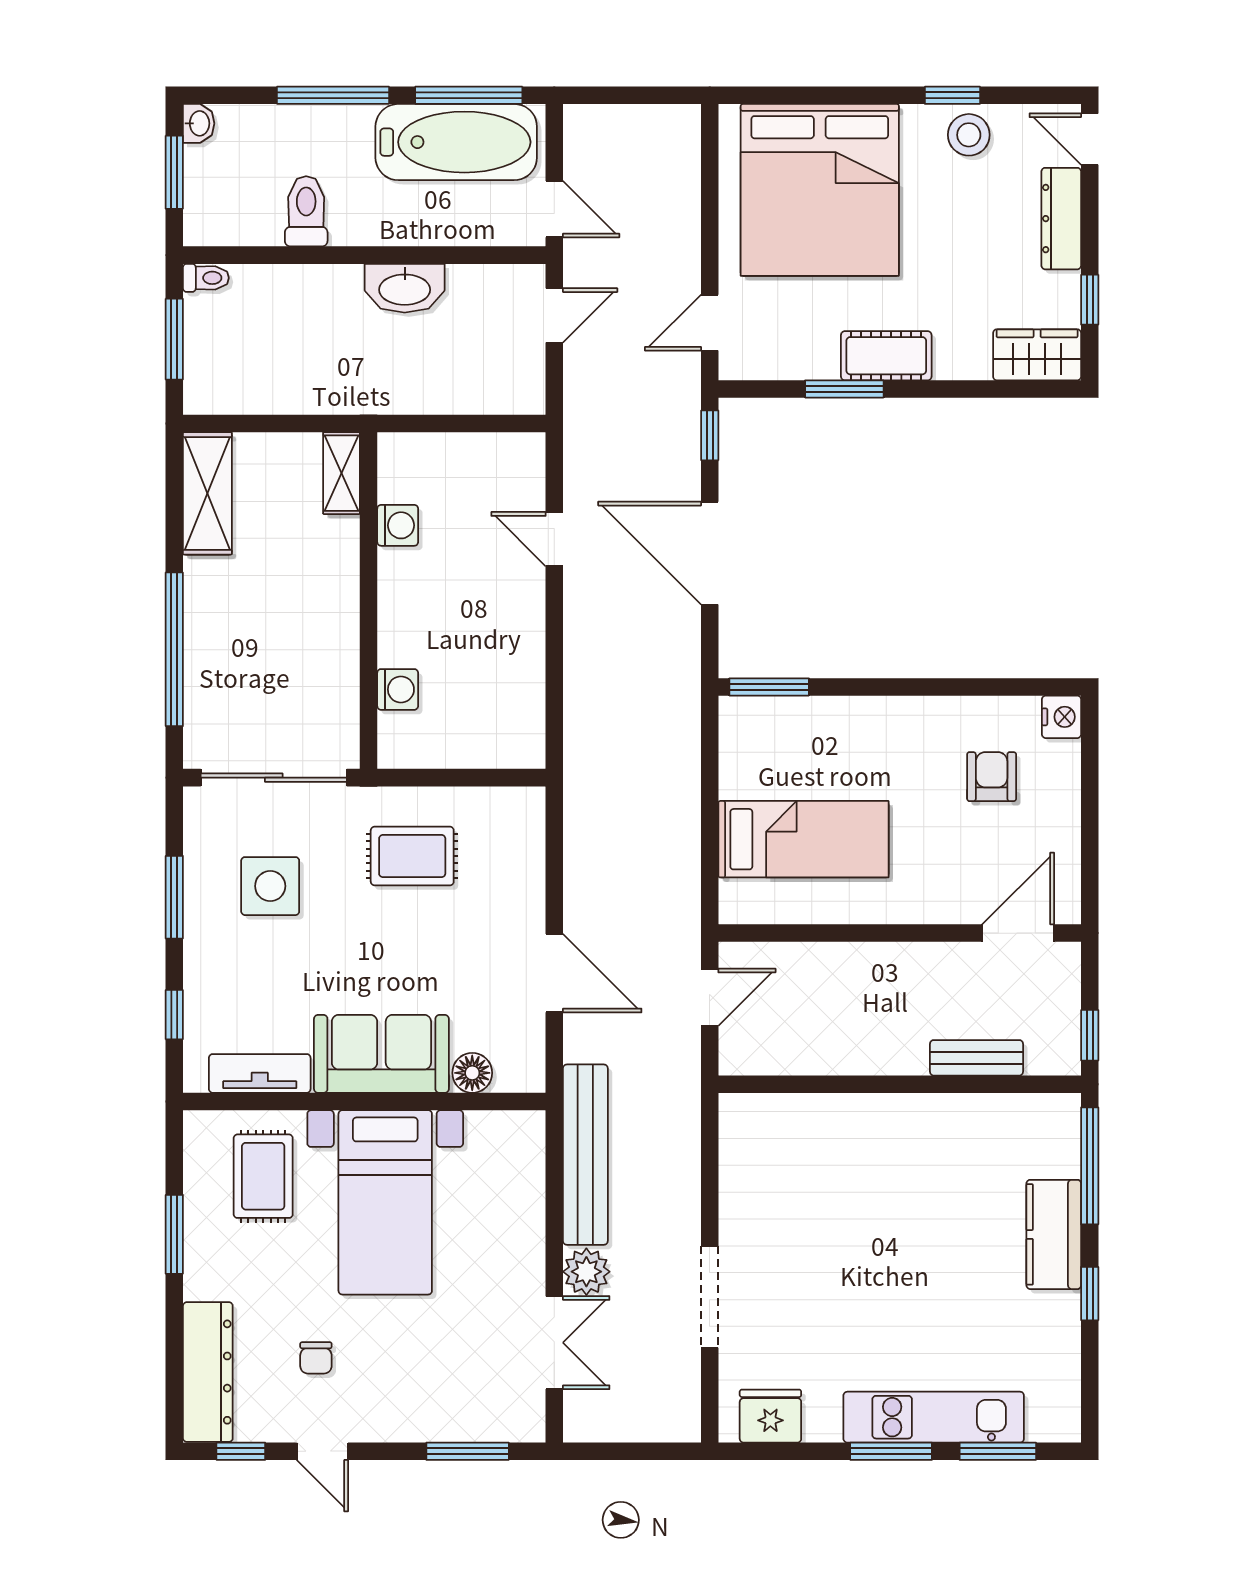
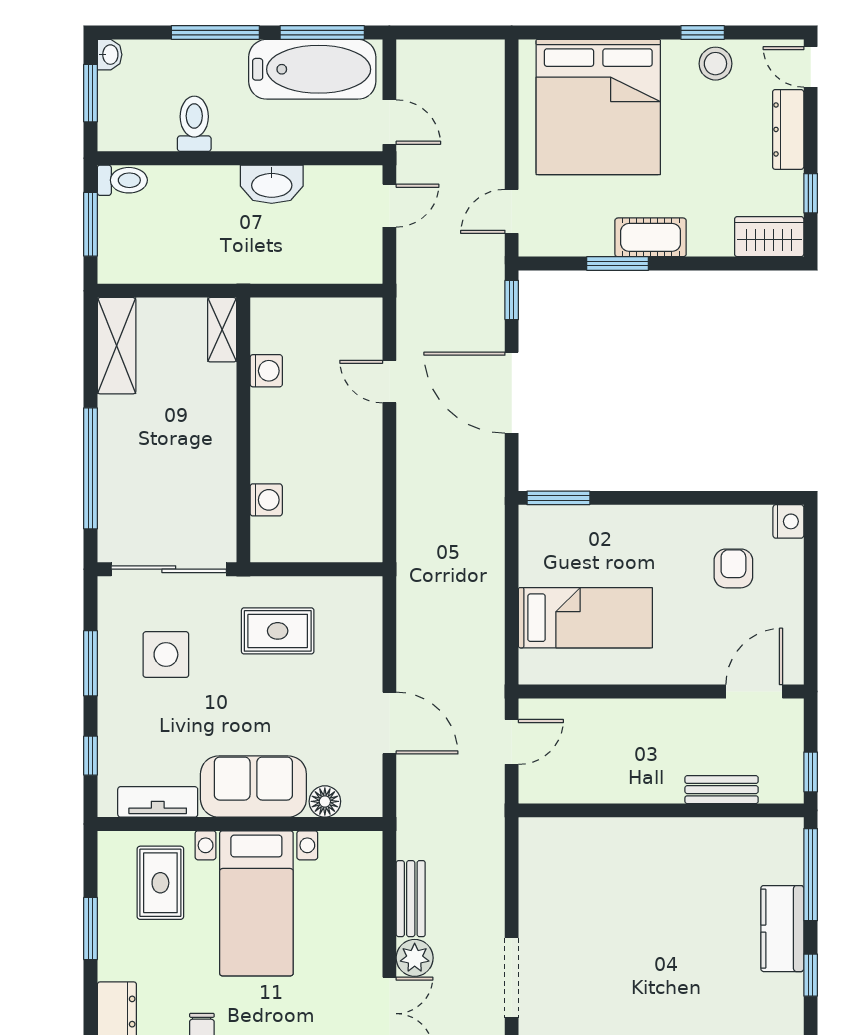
toilet: (206, 278) -> (122, 180), width x1.37, depth x1.39
bench: (585, 1155) -> (411, 899), width x0.54, depth x0.82

